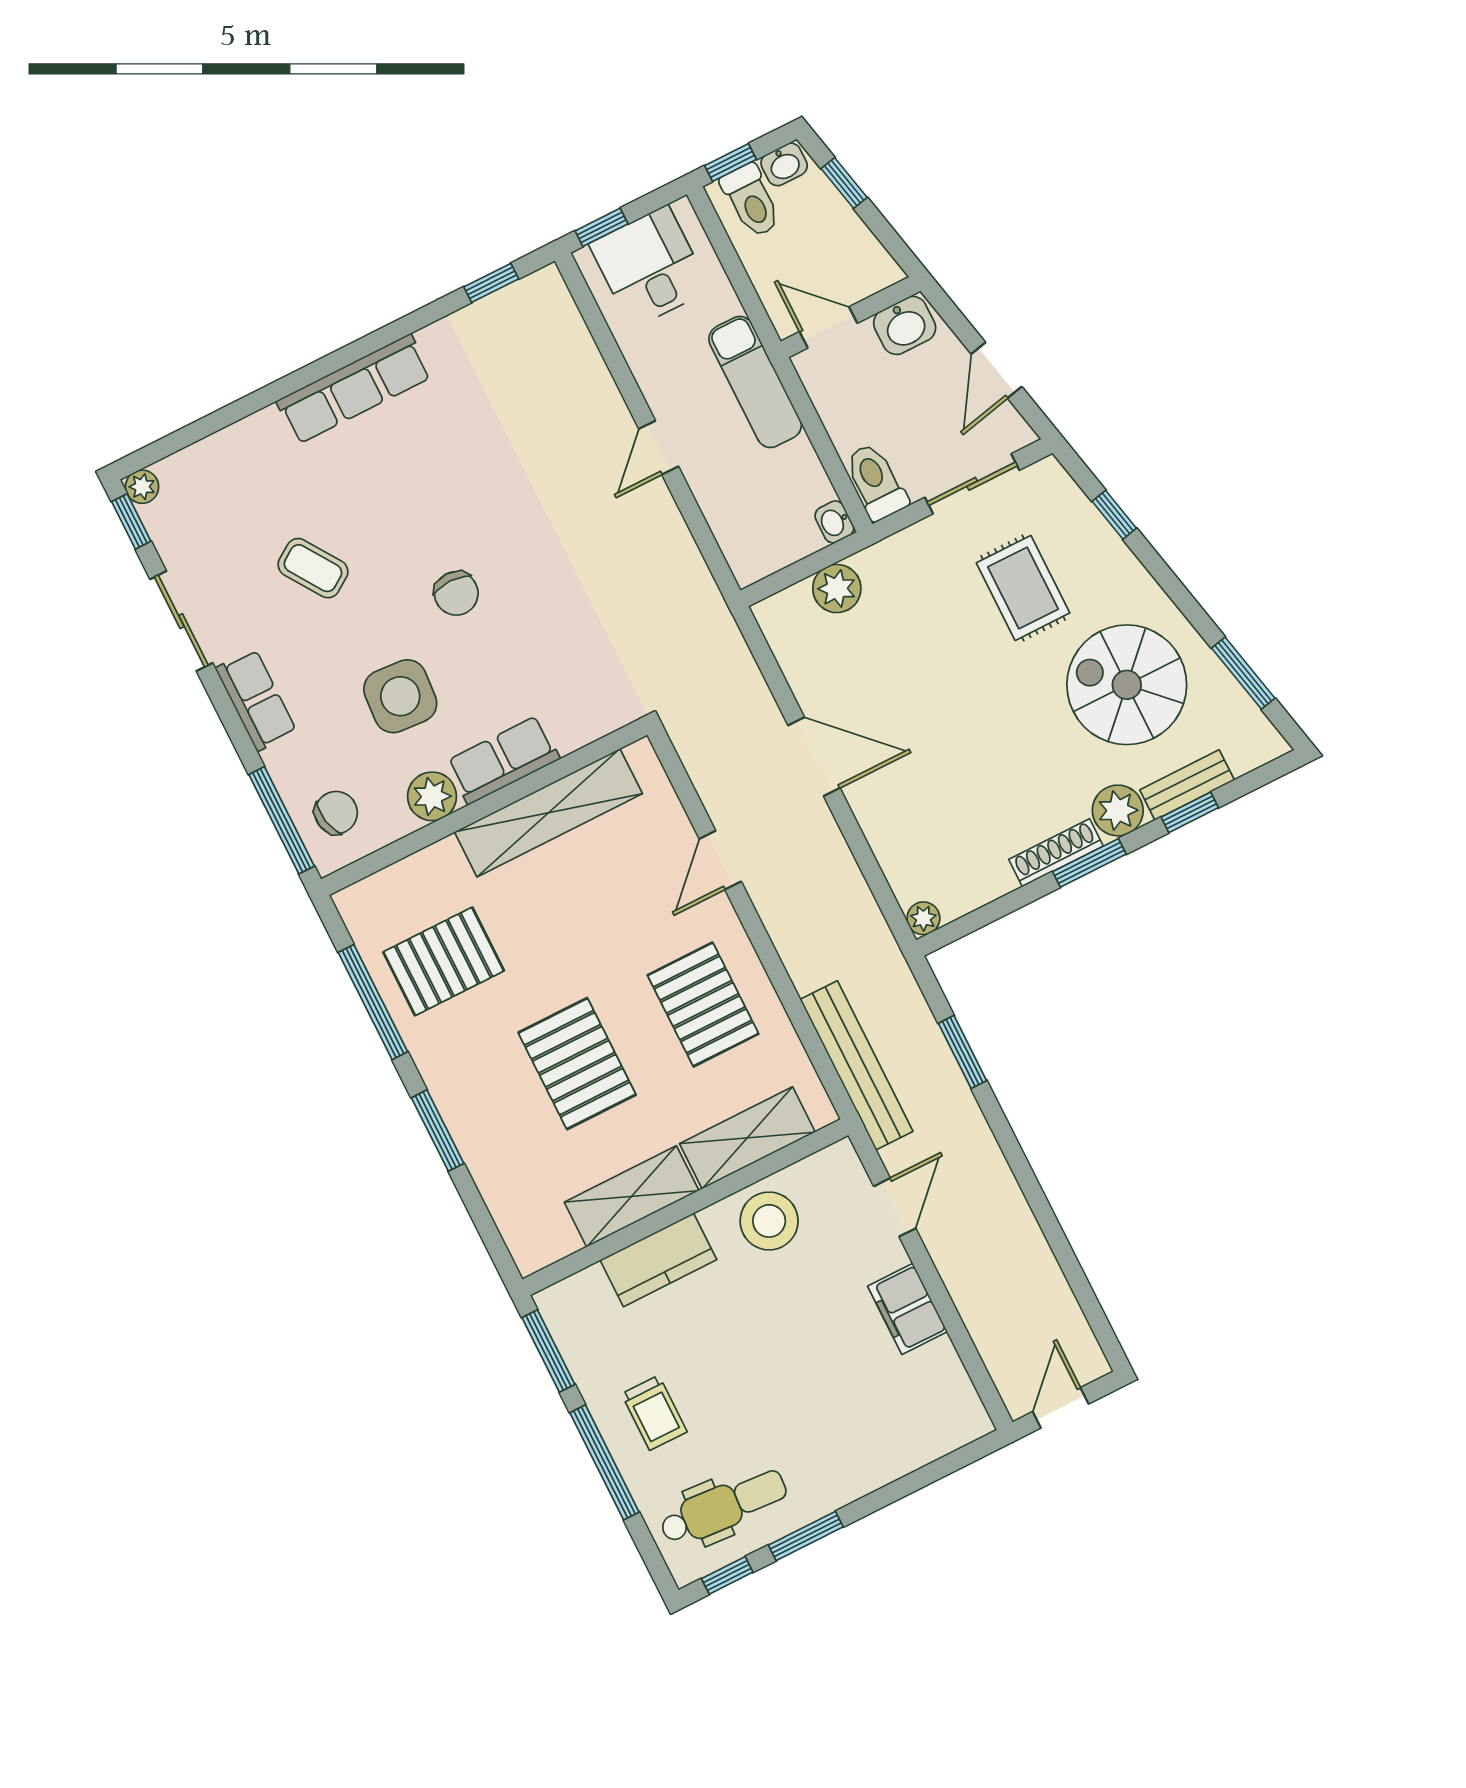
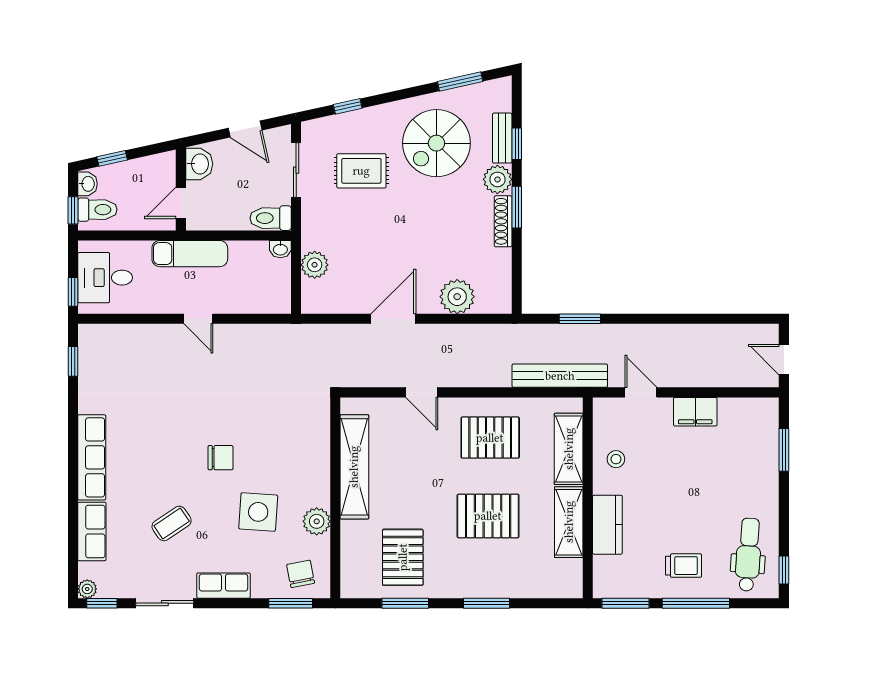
row of seats: (503, 760) -> (92, 531), moved, turned 180
window: (282, 820) -> (291, 603), width x0.69
plant: (923, 918) -> (457, 297), moved, width x1.88, depth x1.88
window: (373, 1002) -> (405, 603), width x0.69
stool: (769, 1221) -> (616, 459), width x0.53, depth x0.53
window: (806, 1536) -> (784, 450), moved

